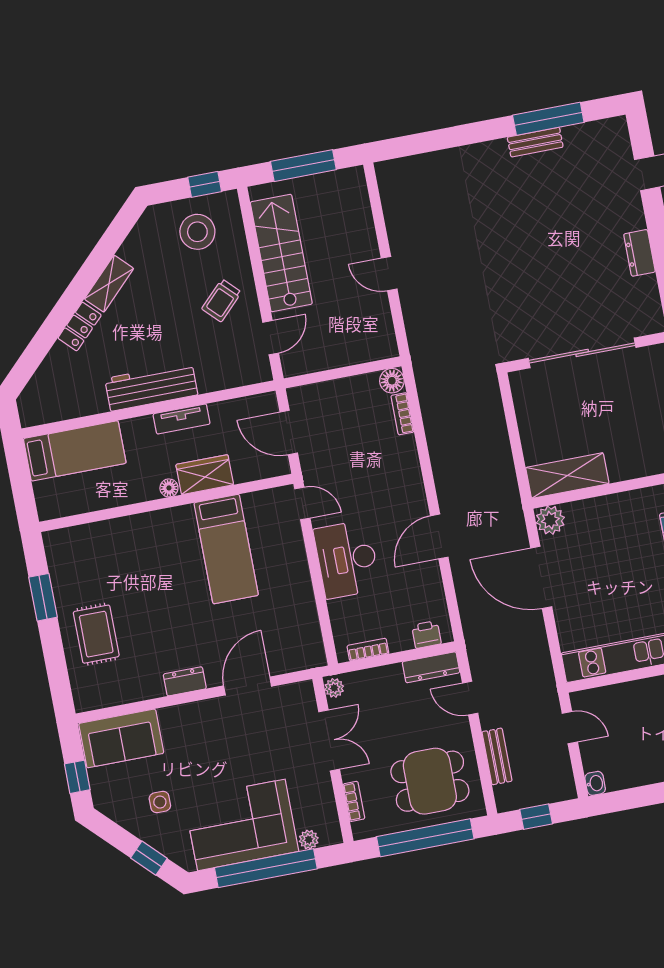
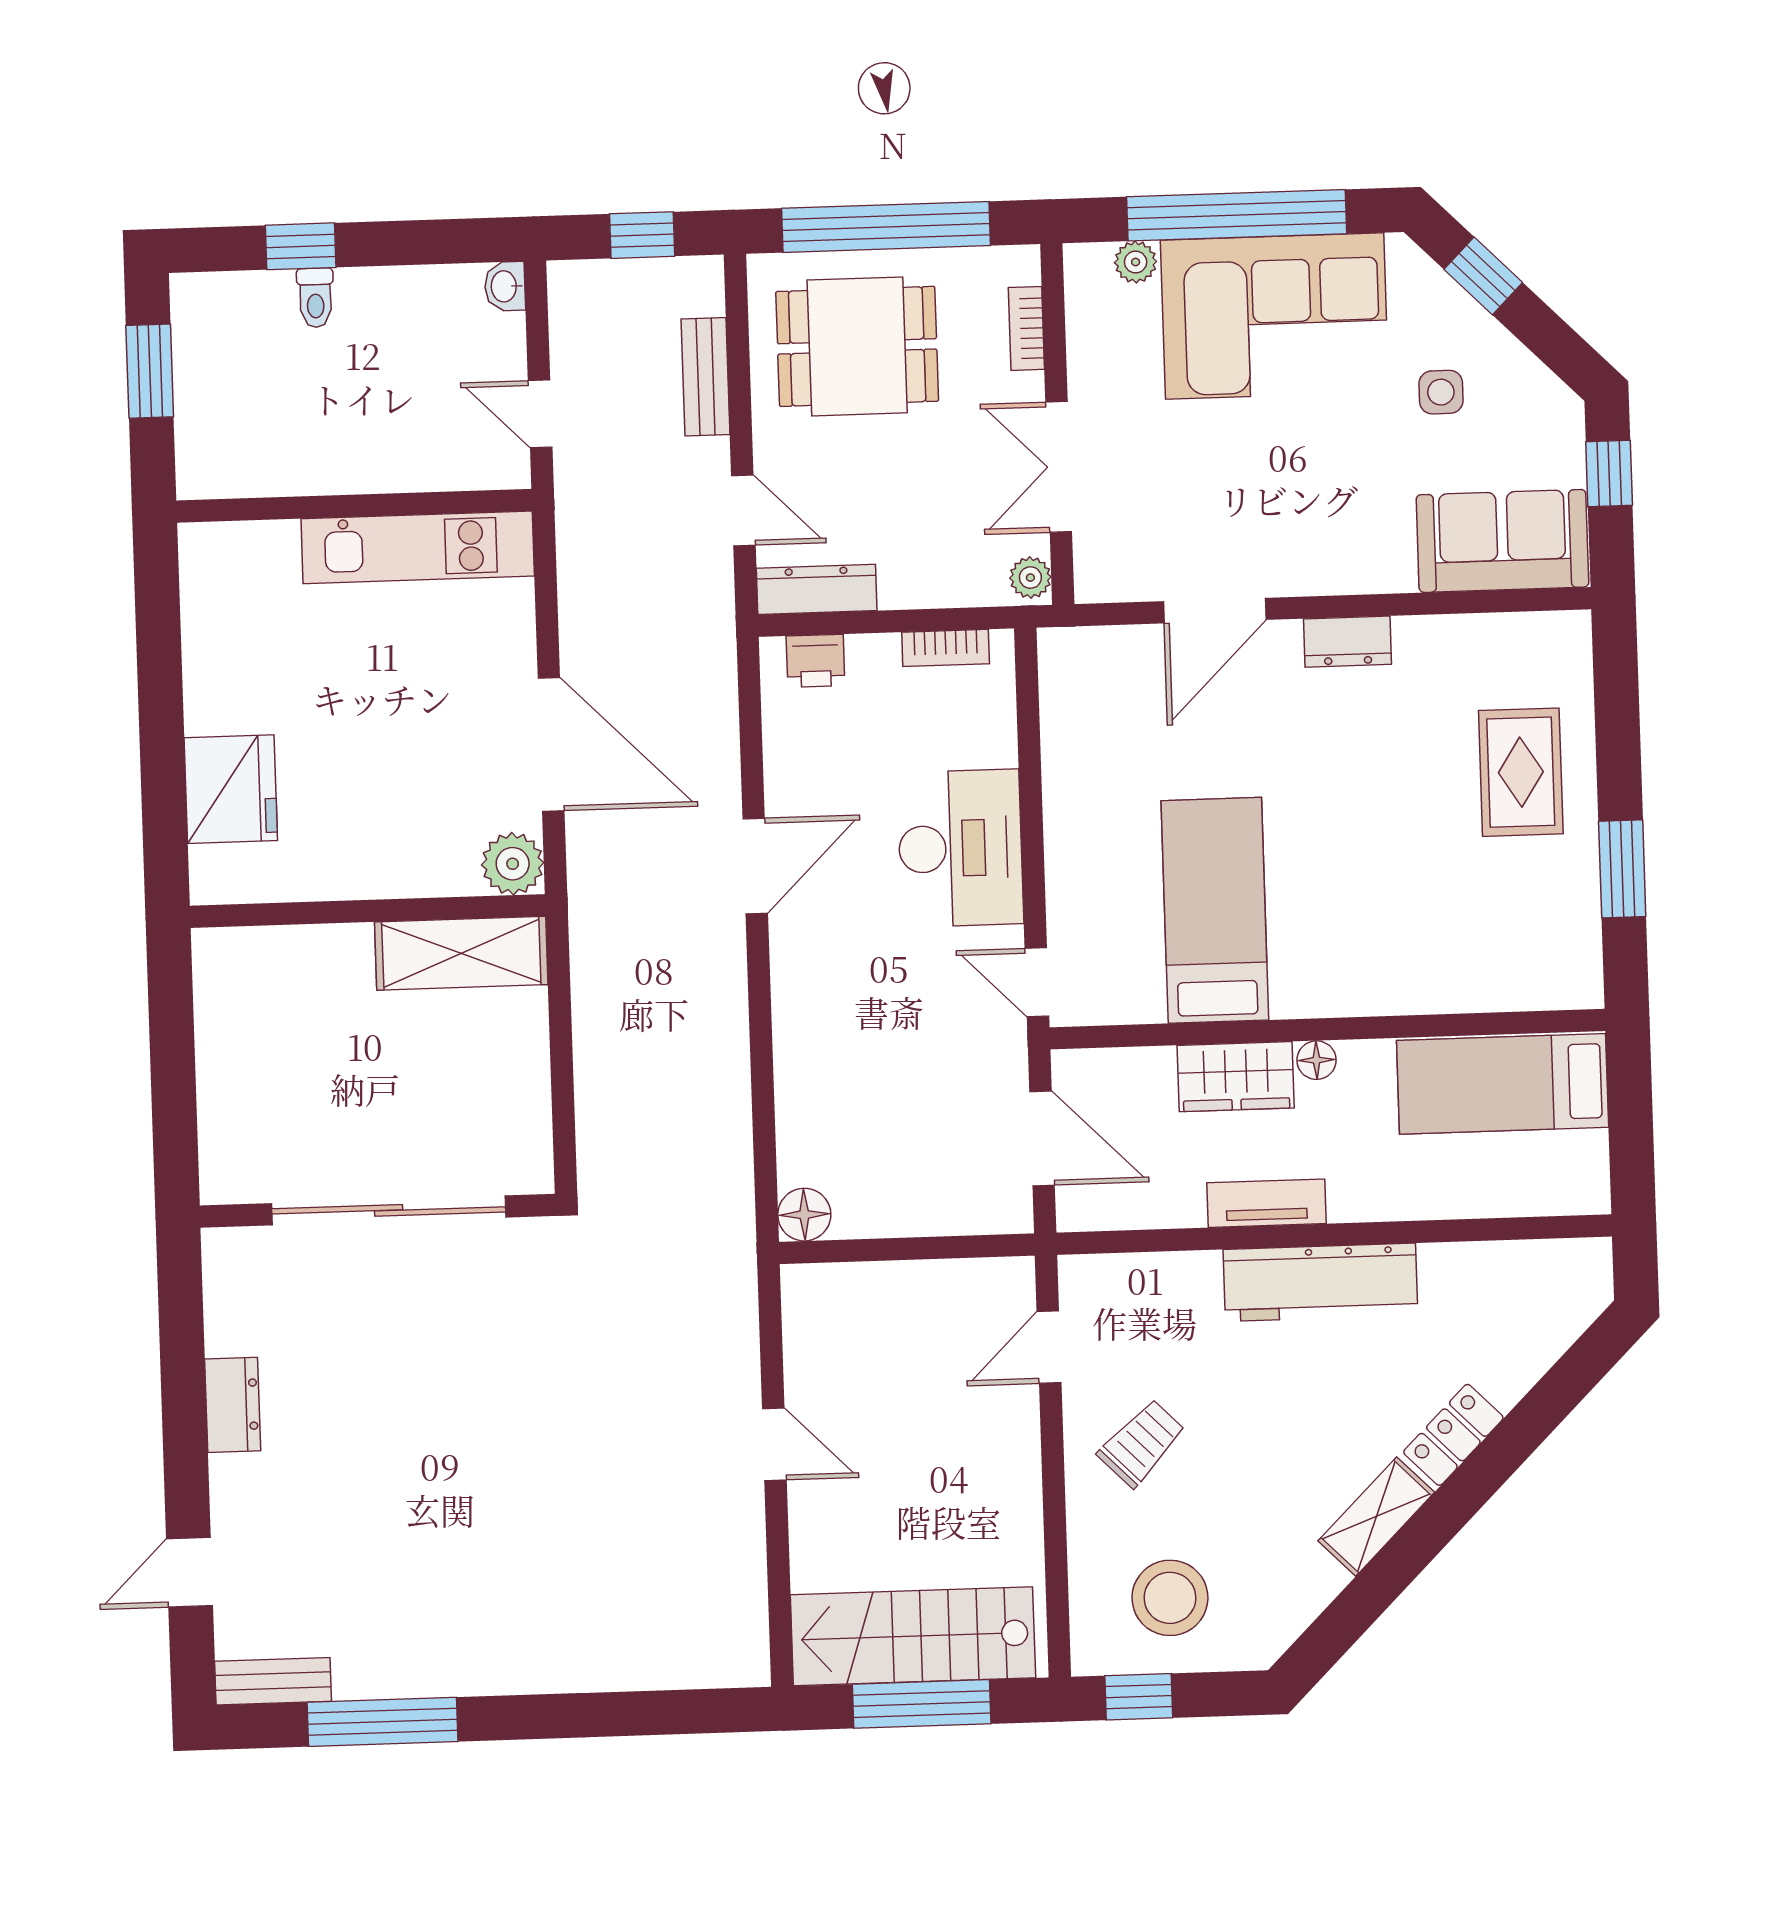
bench: (535, 142) -> (273, 1681), moved
stairs: (281, 253) -> (913, 1636), moved, turned 90
bookcase: (402, 414) -> (793, 1140), removed
bed: (75, 451) -> (1503, 1084), moved

